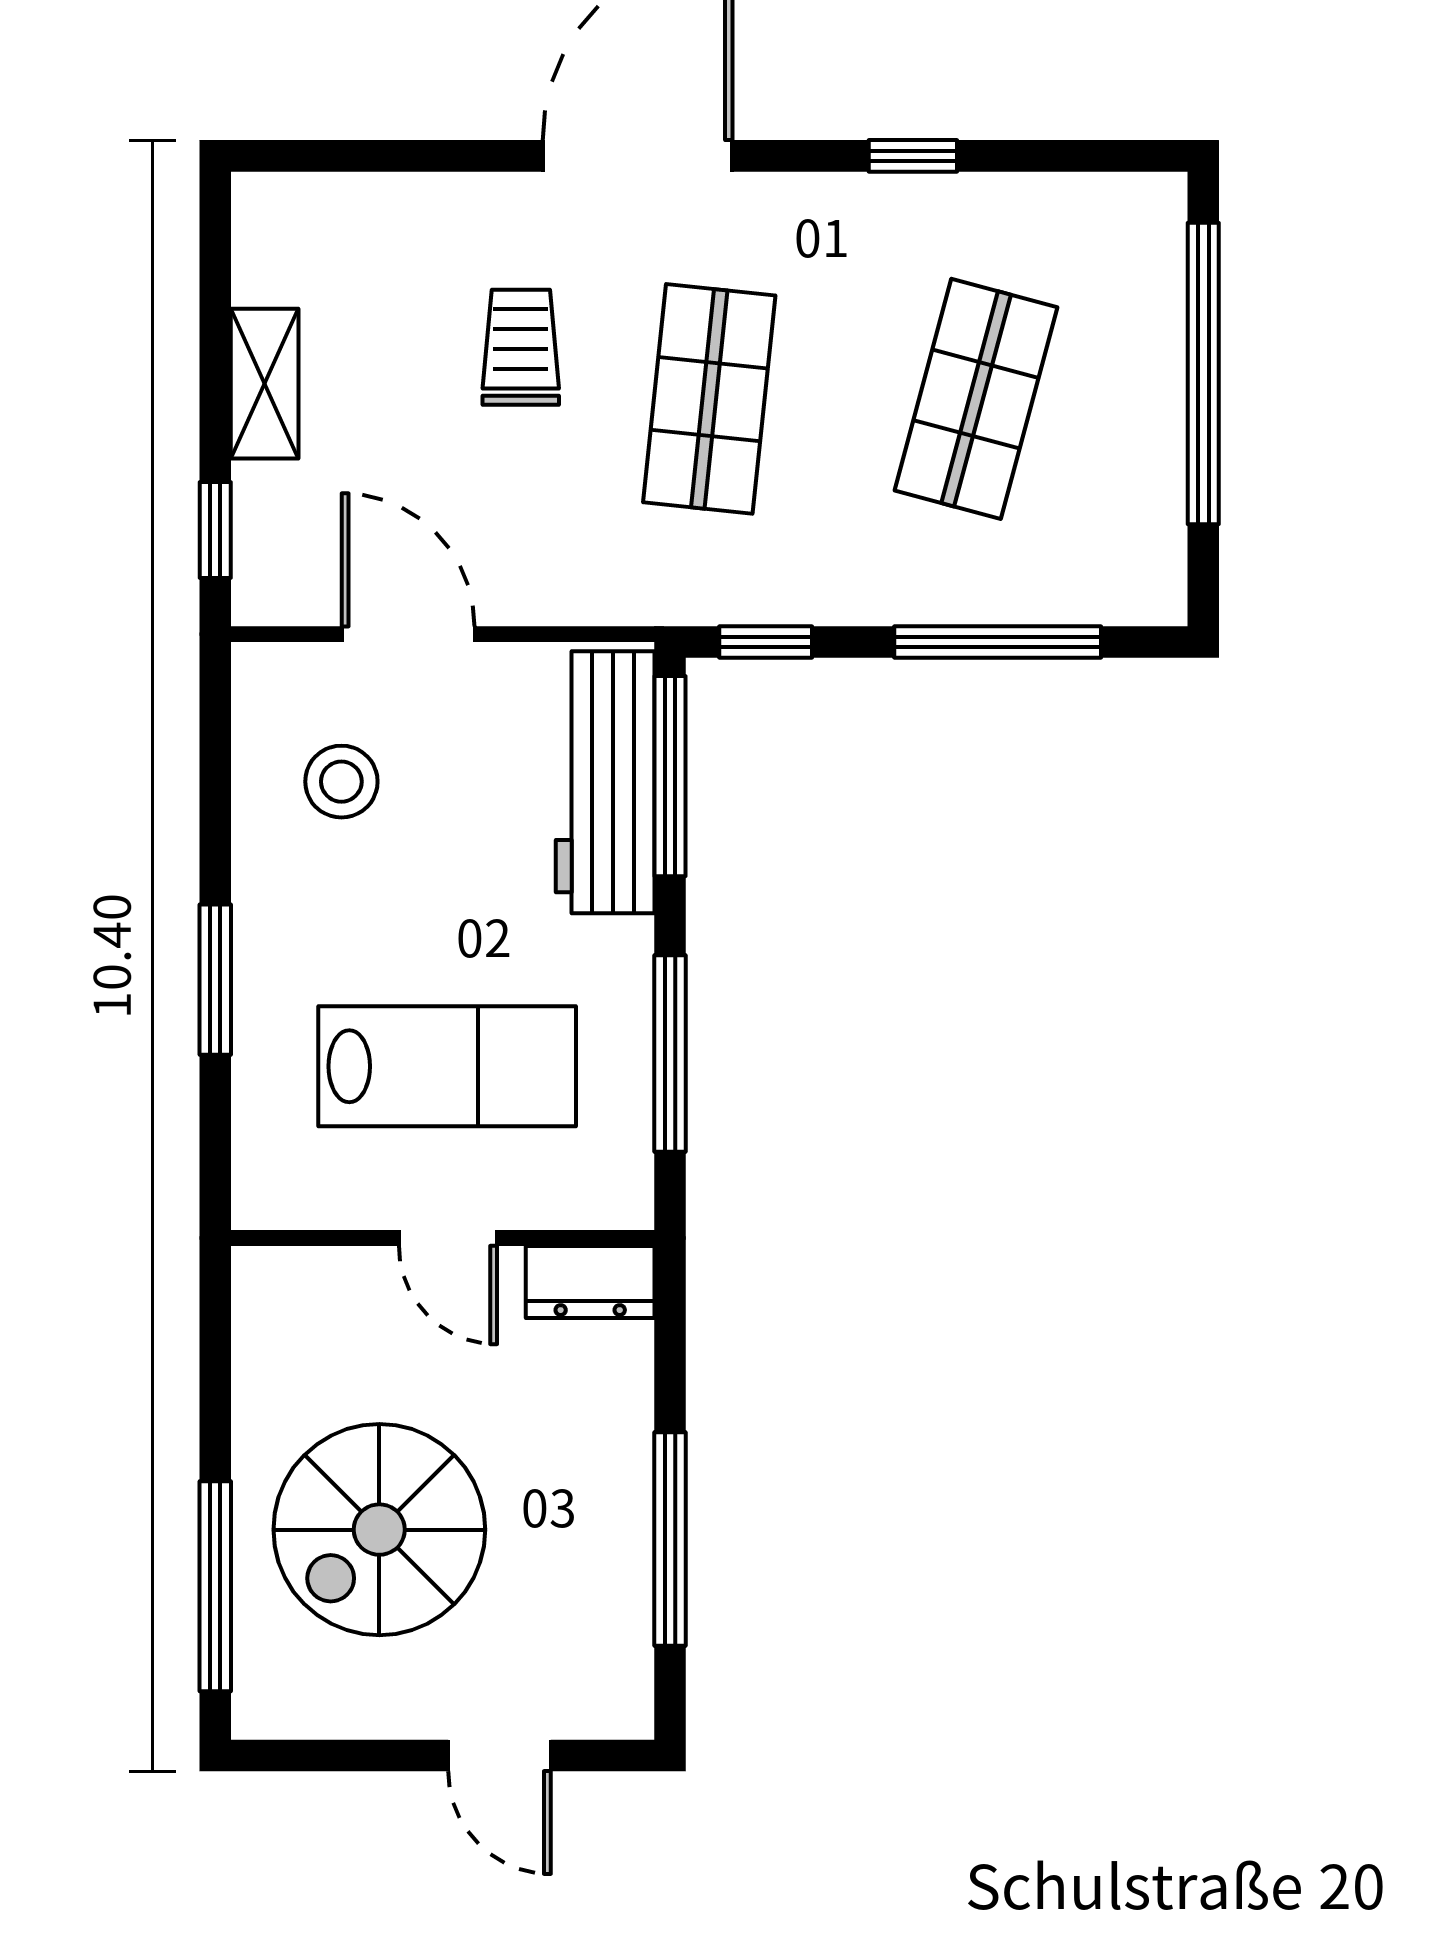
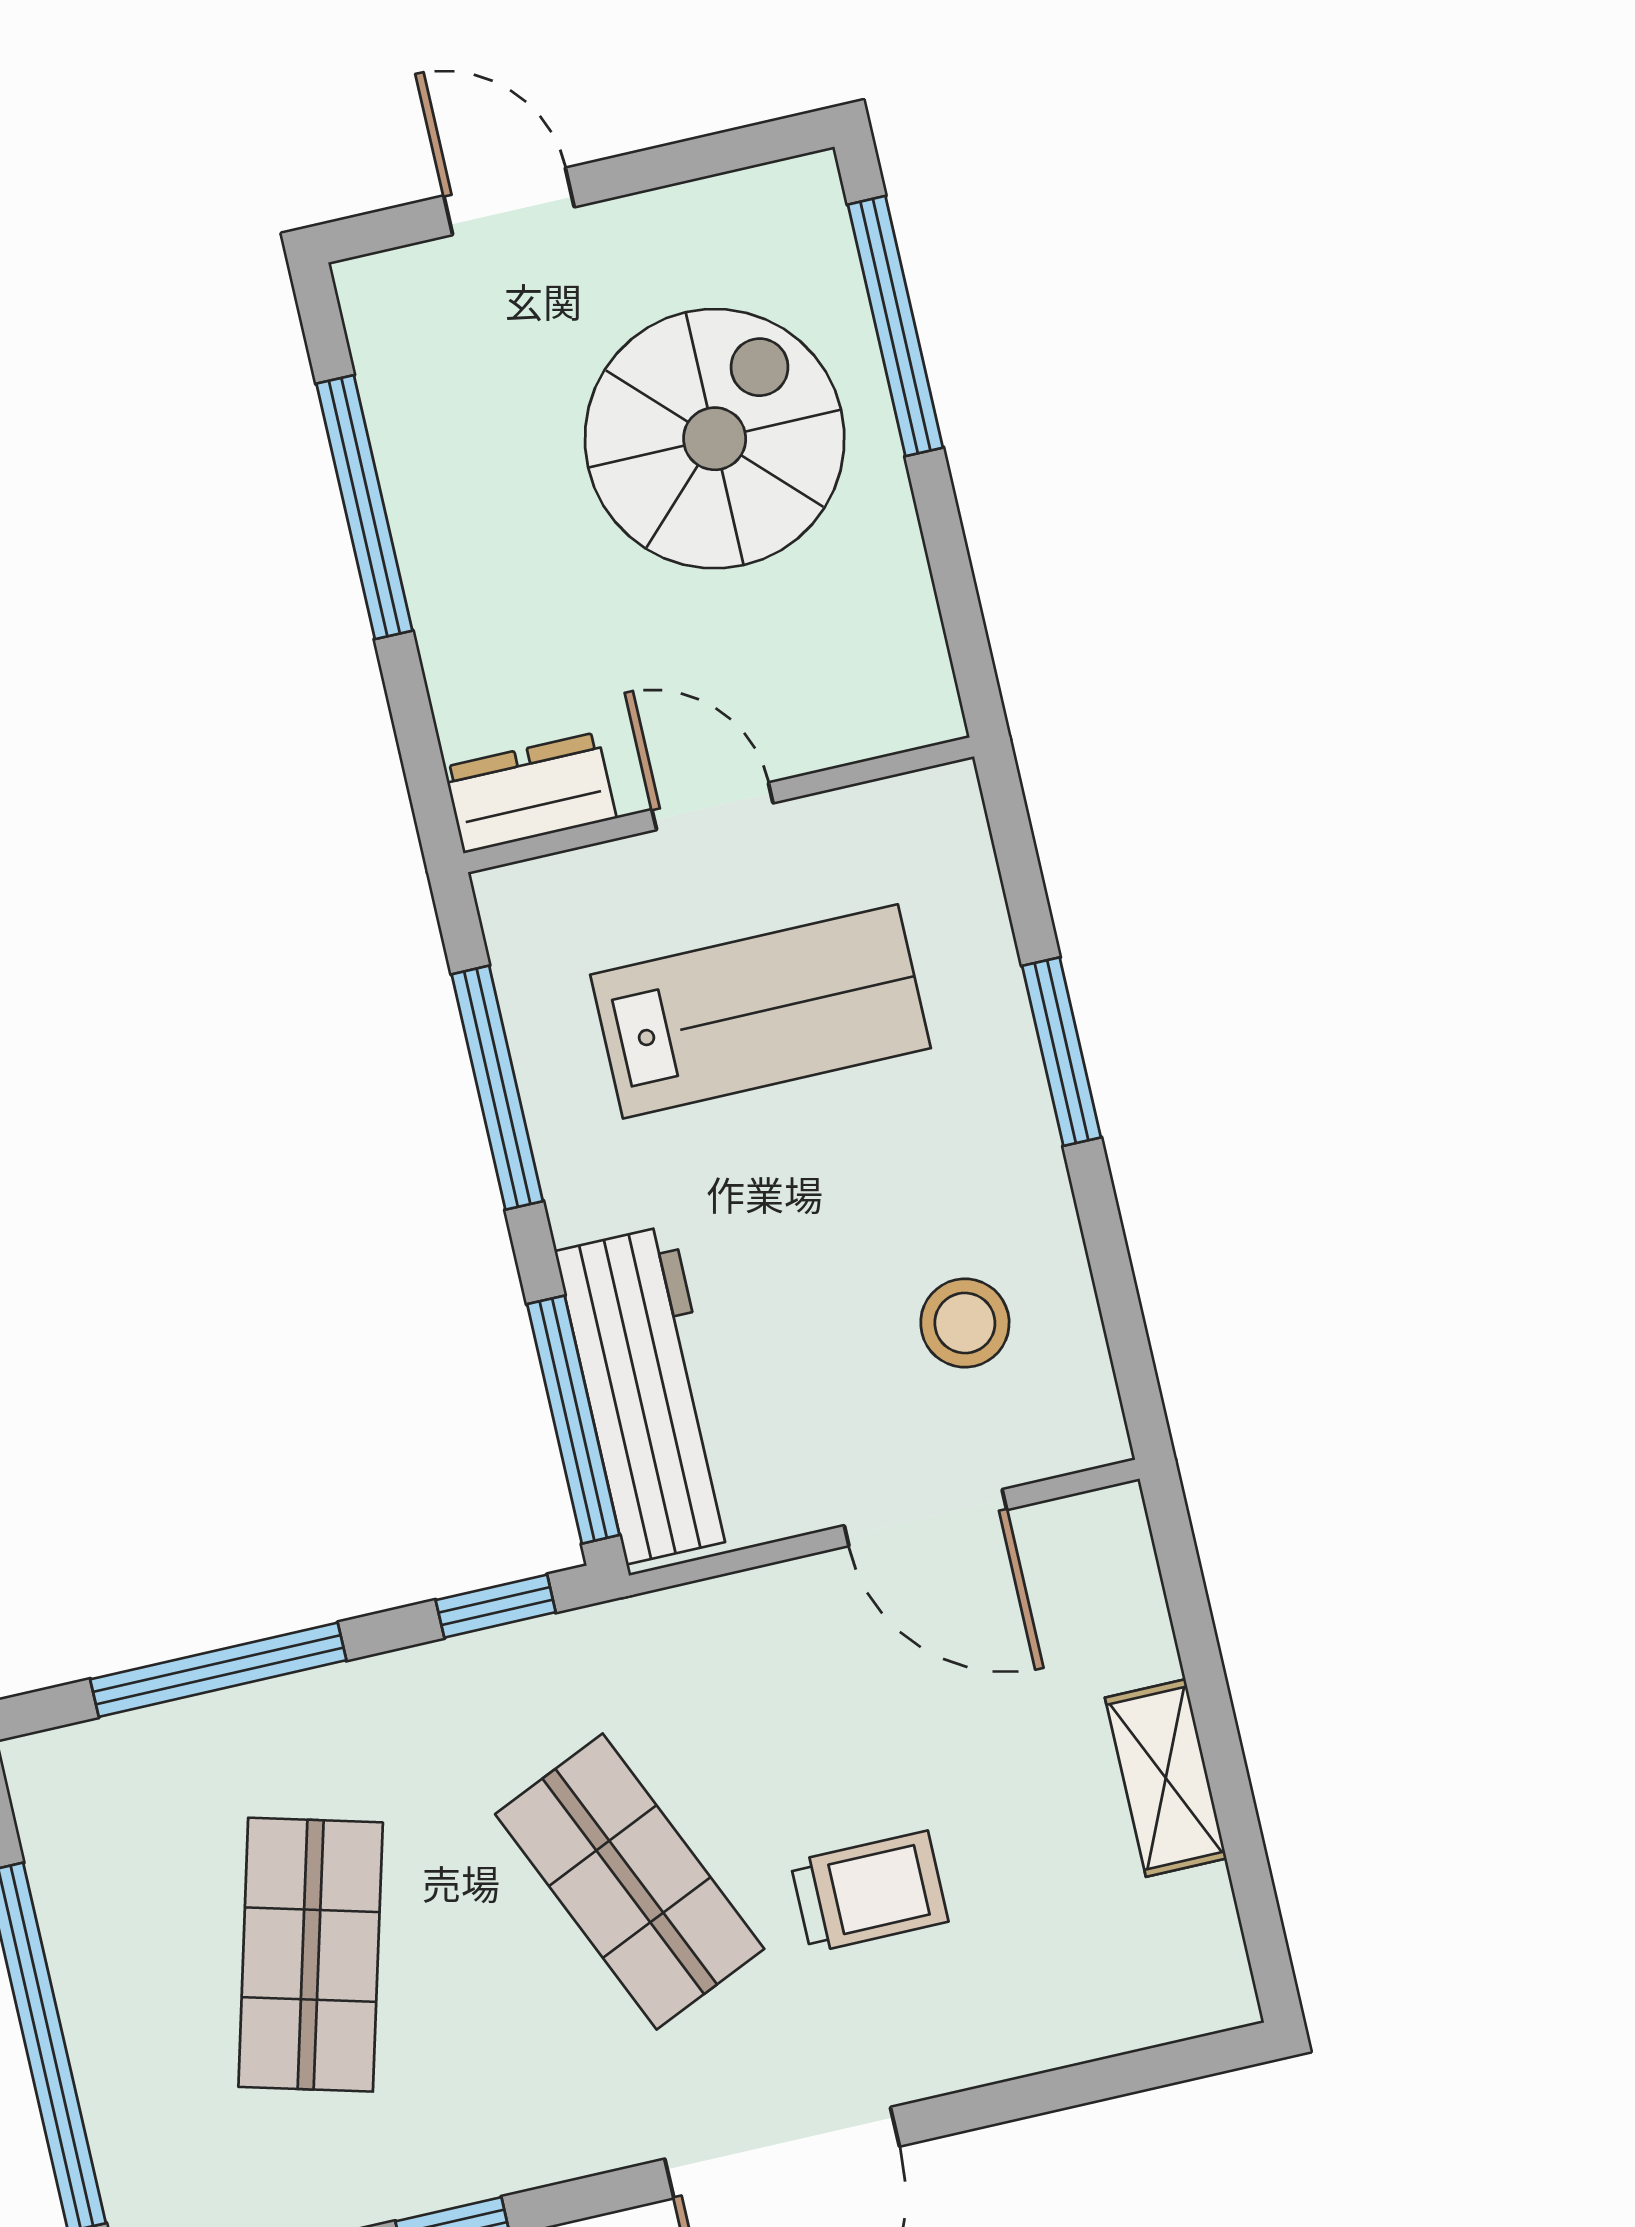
trolley: (521, 347) -> (869, 1892), turned -90
shop shelf: (709, 399) -> (630, 1882), turned -30
window: (215, 530) -> (1185, 1589), removed
lab bench: (447, 1066) -> (760, 1011), turned 180

